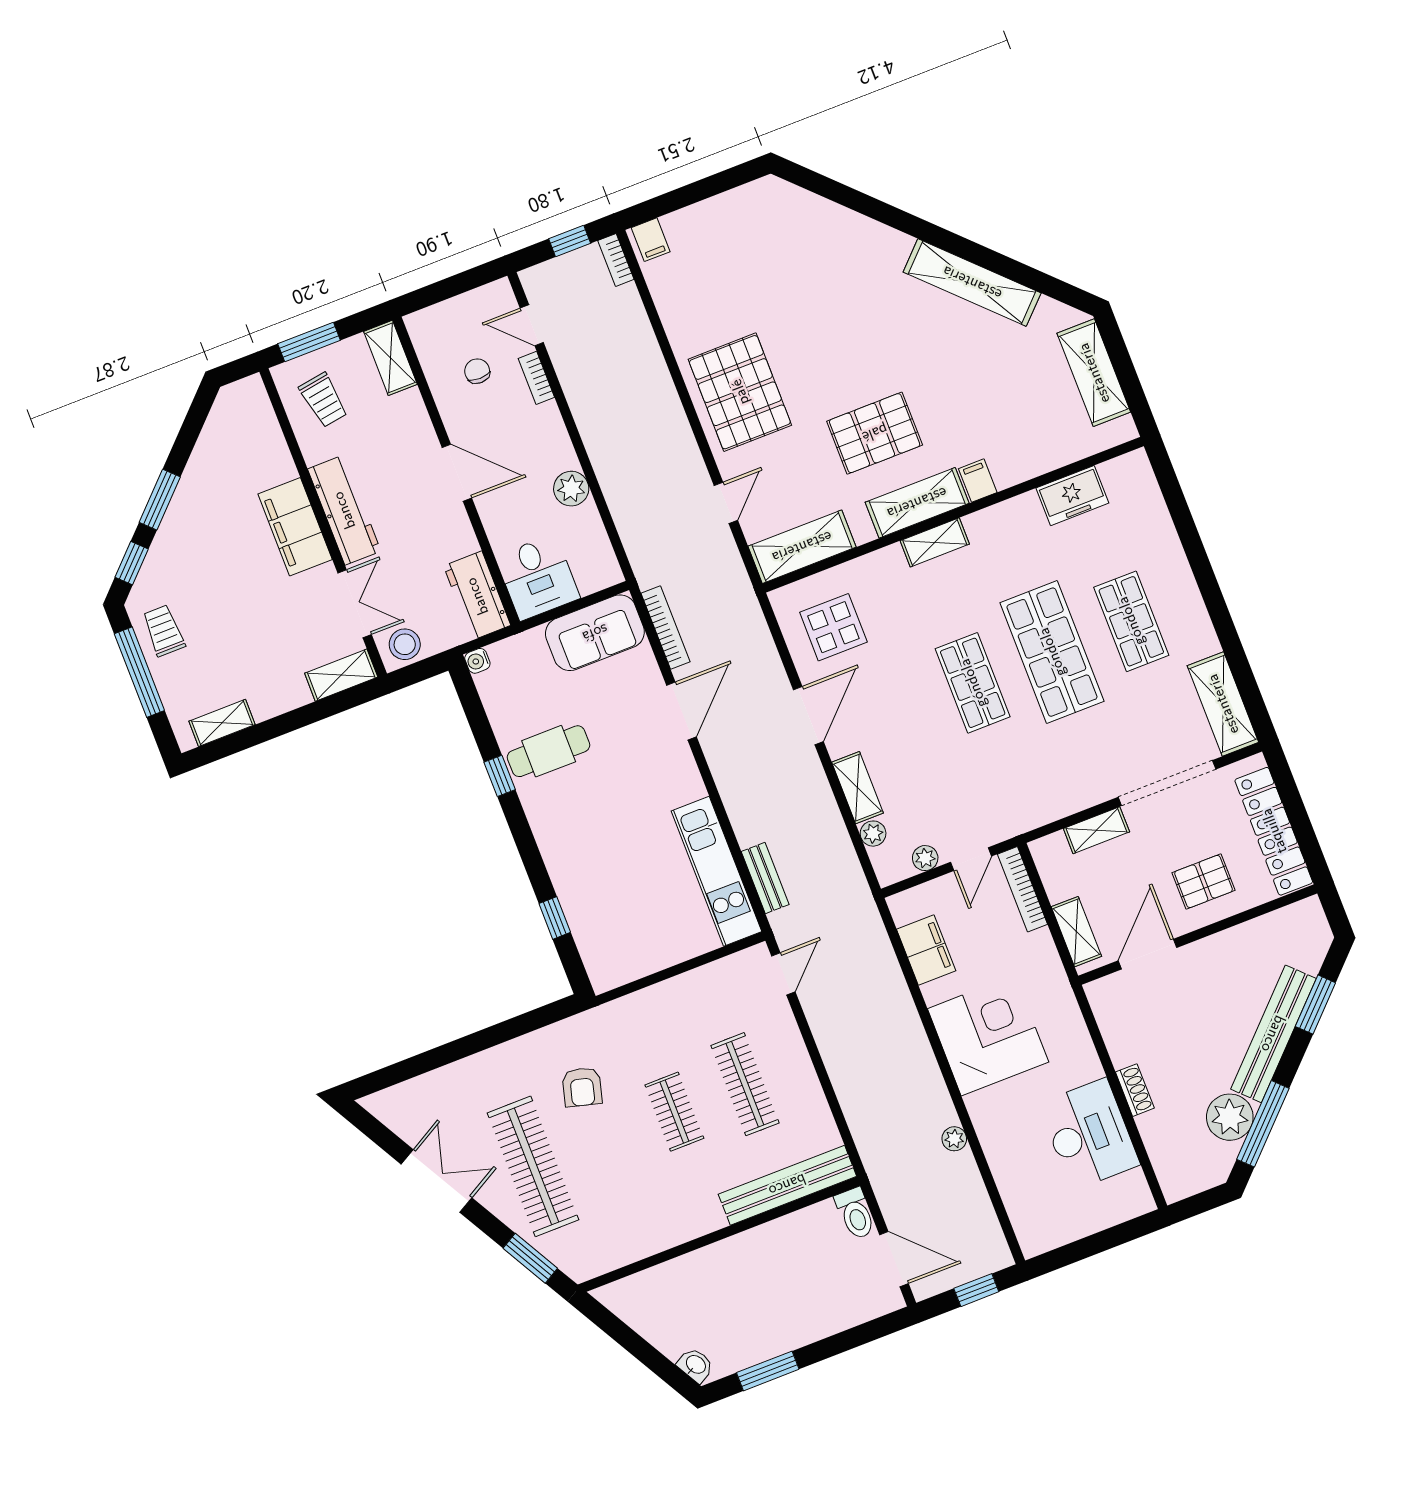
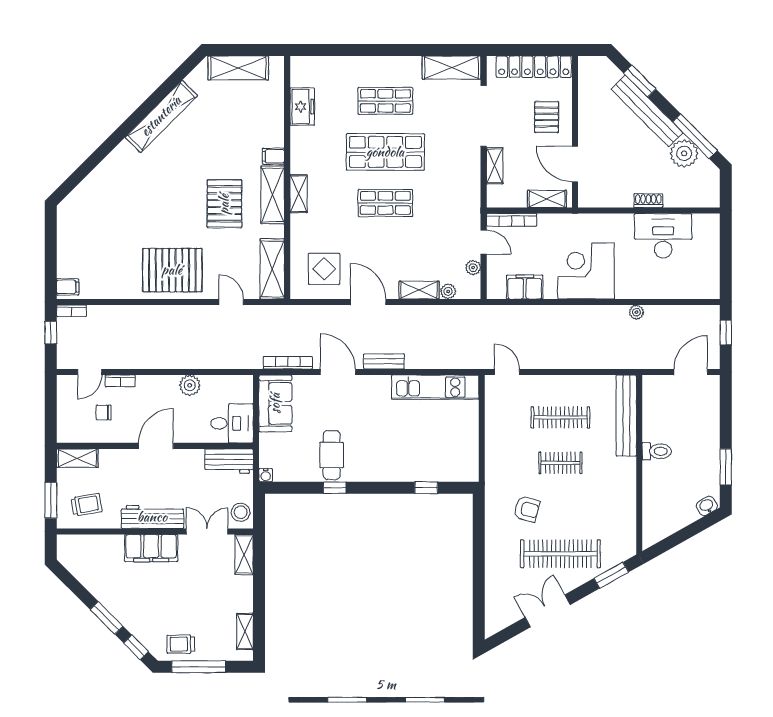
bench: (765, 878) -> (384, 361), moved
toilet: (855, 1213) -> (657, 451), moved

